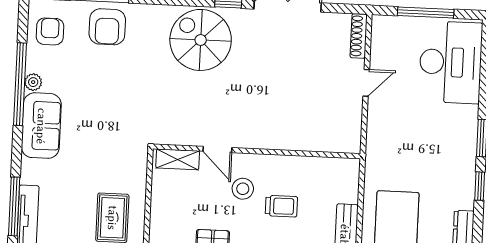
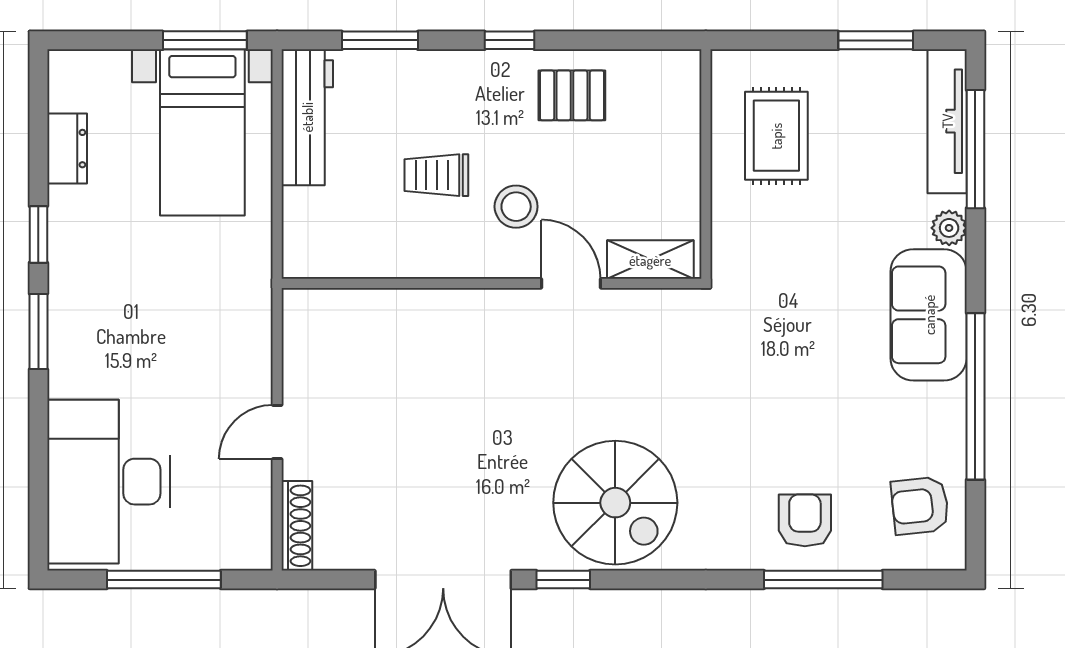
armchair: (107, 27) -> (805, 520), width x0.72, depth x0.72
armchair: (50, 31) -> (920, 506), turned 84
plant: (33, 82) -> (949, 228), moved

